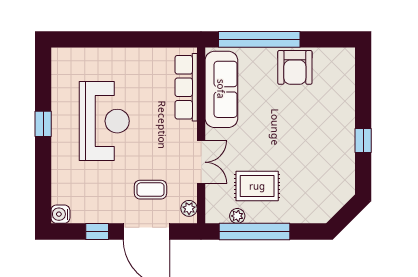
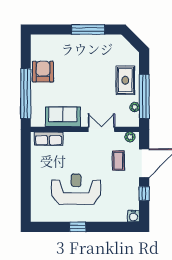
armchair: (295, 67) -> (43, 72), turned -90
row of seats: (186, 87) -> (48, 139), width x0.68
sofa: (221, 89) -> (63, 117), width x0.73
window: (363, 141) -> (88, 29), width x2.17
rug: (257, 186) -> (125, 80), moved

